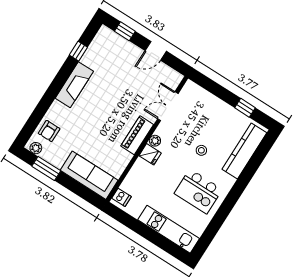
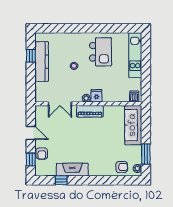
armchair: (124, 48) -> (42, 154), added
fireplace: (74, 85) -> (72, 170), moved
kitchen counter: (244, 151) -> (42, 62), moved, turned -90

